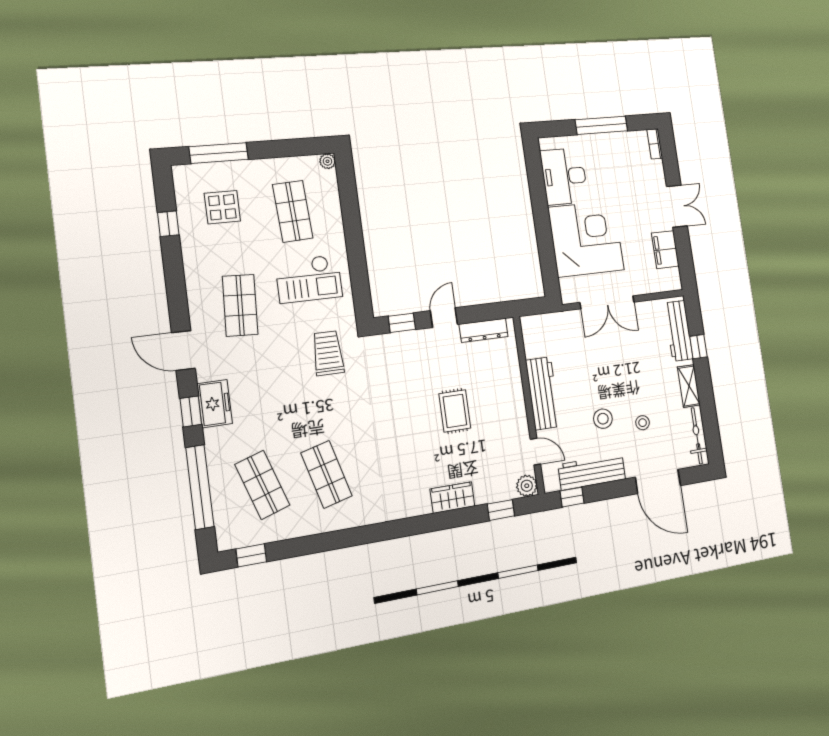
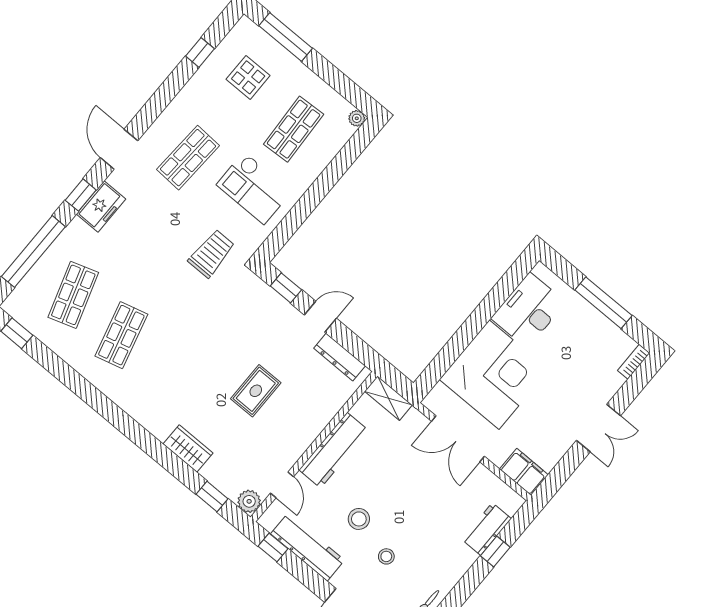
filing cabinet: (665, 250) -> (524, 472), moved, turned 90
workbench: (679, 331) -> (487, 529), width x0.73
shelving: (689, 386) -> (388, 398), moved, turned 90

